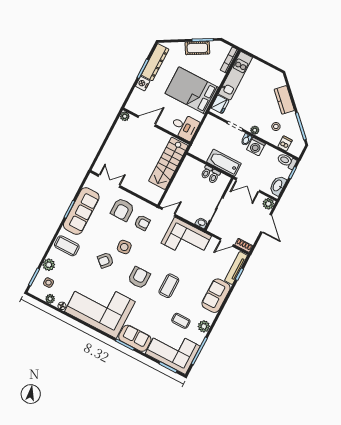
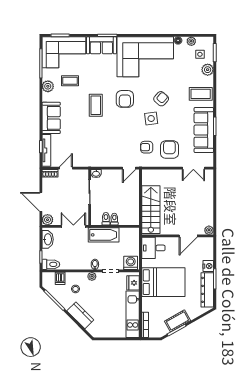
washing machine: (256, 147) -> (131, 263), moved
corner sofa: (186, 240) -> (102, 153), removed

